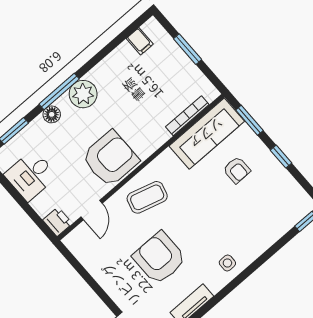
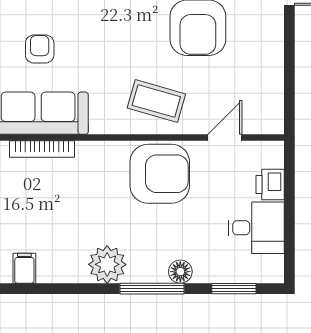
plant: (83, 94) -> (107, 264), moved
armchair: (110, 159) -> (160, 174), turned 180
printer: (58, 222) -> (270, 185), moved

